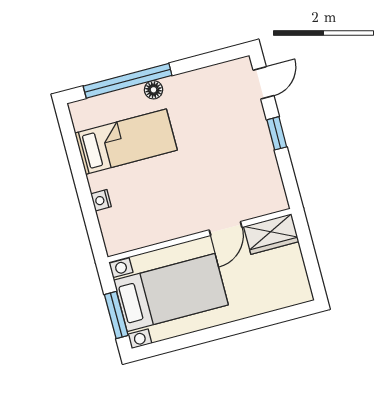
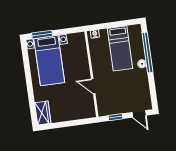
door: (226, 229) -> (93, 86), moved
wardrobe: (271, 234) -> (43, 113), moved, turned 180
wall: (200, 235) -> (91, 74), moved

